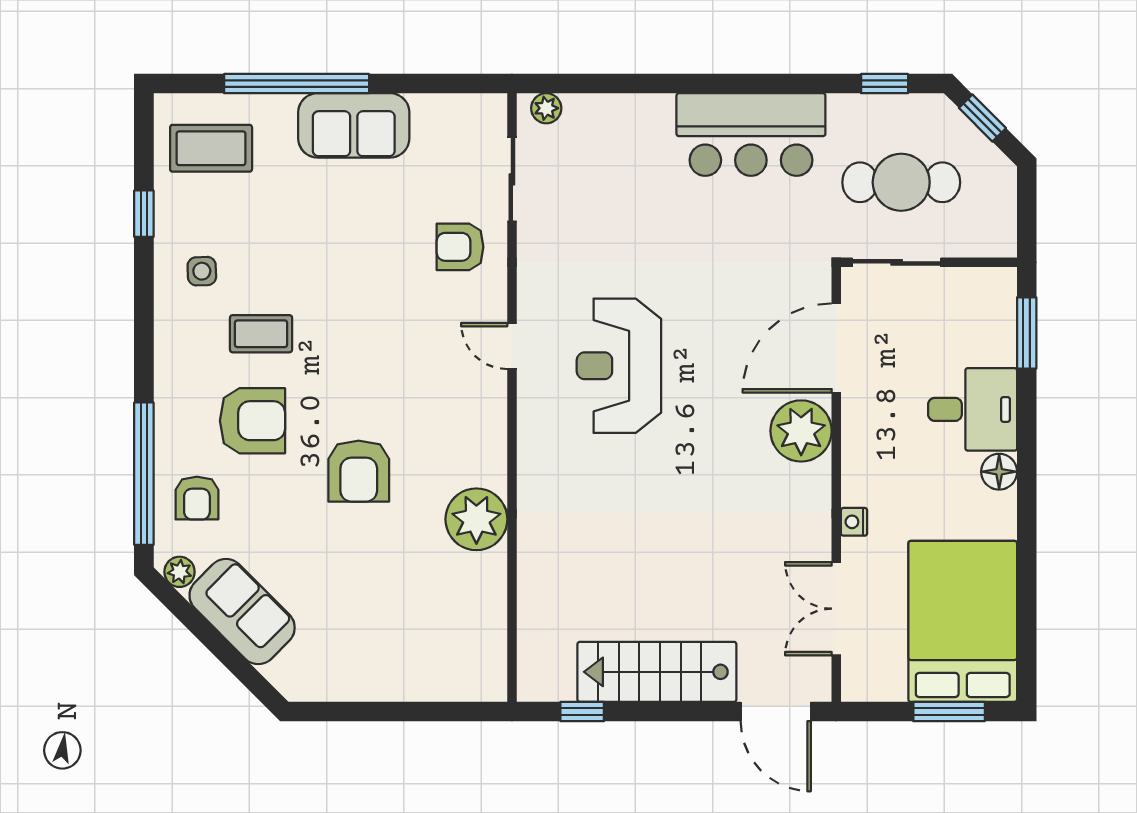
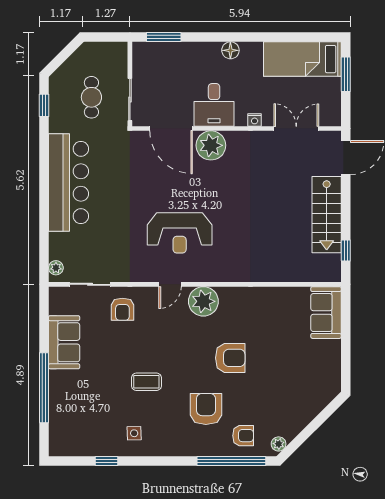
window: (982, 118) -> (61, 58), removed
sofa: (354, 125) -> (64, 342), moved
bar counter: (751, 135) -> (69, 182), width x1.36
coffee table: (211, 148) -> (75, 429), removed
cafe table: (901, 182) -> (91, 97), width x0.73, depth x0.74
coffee table: (261, 334) -> (146, 382), moved, turned 90
desk: (973, 409) -> (214, 105), moved, turned 180
plant: (476, 519) -> (203, 301), moved
double door: (836, 609) -> (296, 128), swing flipped
sofa: (242, 612) -> (326, 313), moved, turned -45
bed: (963, 621) -> (302, 59), width x0.67

